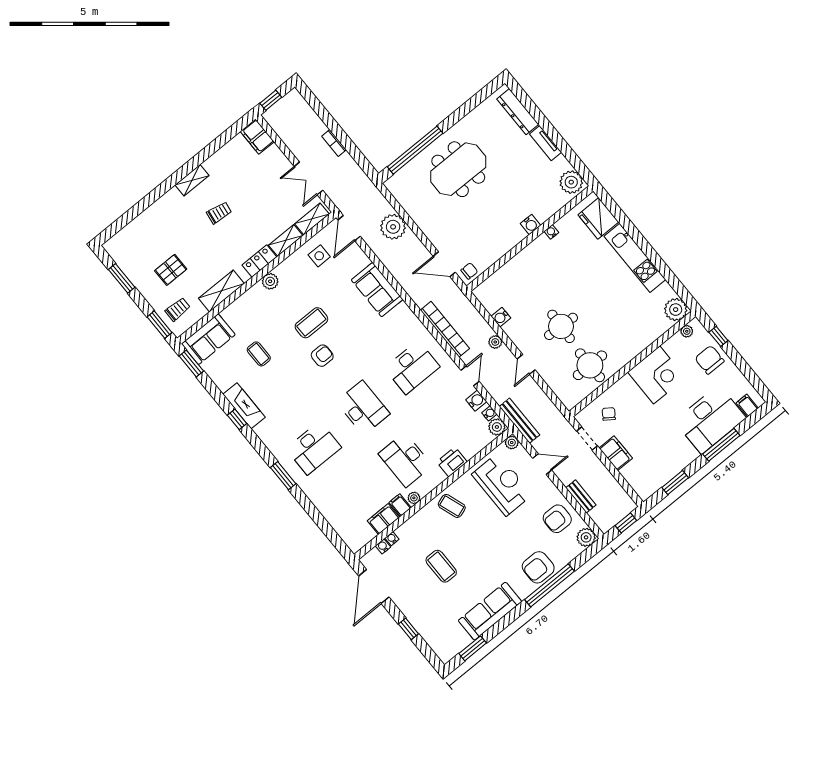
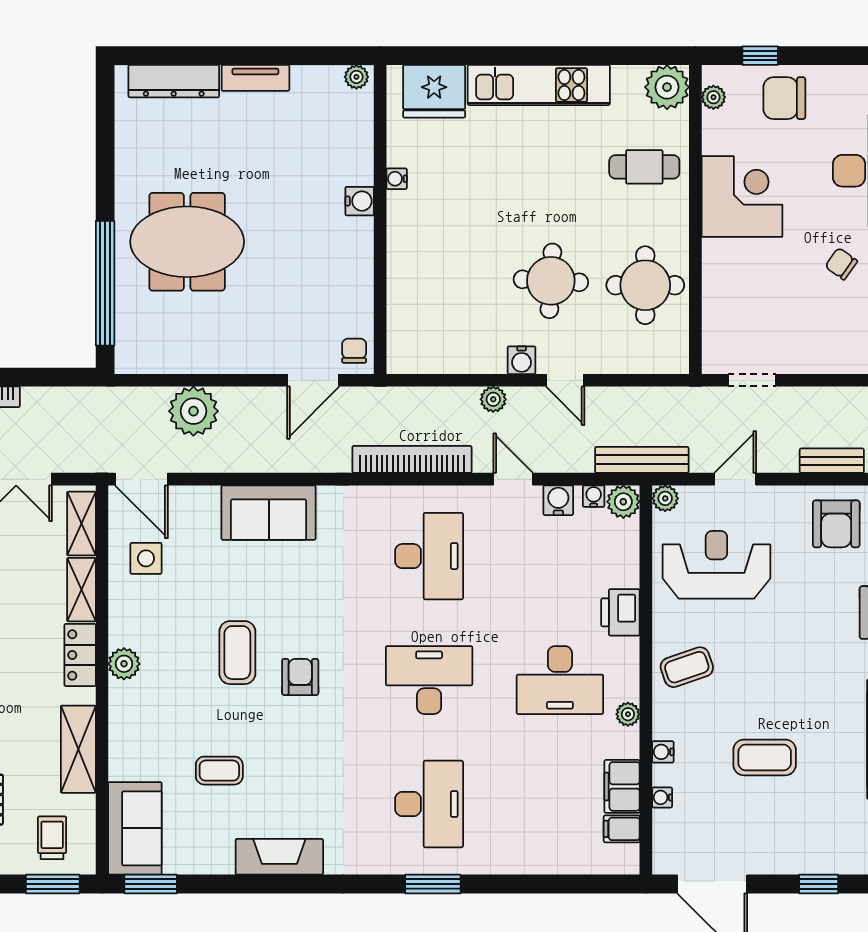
meeting table: (458, 169) -> (187, 242), turned 90
plant: (571, 182) -> (356, 77), width x0.53, depth x0.53
water cooler: (501, 317) -> (522, 360), moved
cafe table: (637, 326) -> (644, 167), added
chair: (609, 414) -> (841, 264), moved
window: (237, 419) -> (291, 884), removed
filing cabinet: (616, 453) -> (809, 355), removed
filing cabinet: (400, 505) -> (622, 829), moved
water cooler: (383, 546) -> (663, 752), moved

